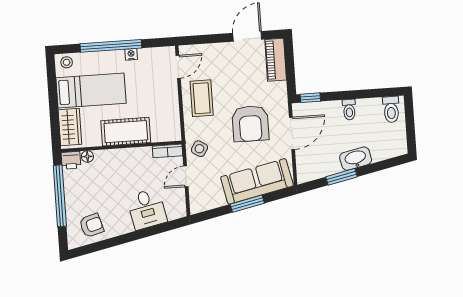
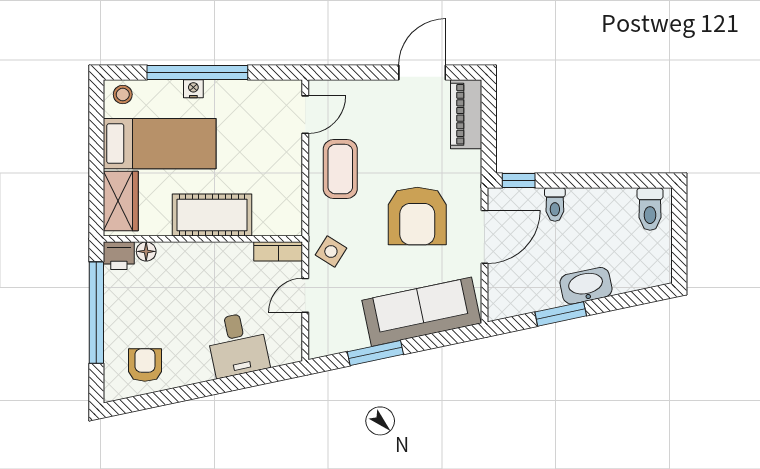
nightstand: (131, 54) -> (193, 89), moved
toilet: (349, 110) -> (555, 205), moved
window: (247, 204) -> (375, 353), moved
armchair: (92, 225) -> (145, 365), turned -74

